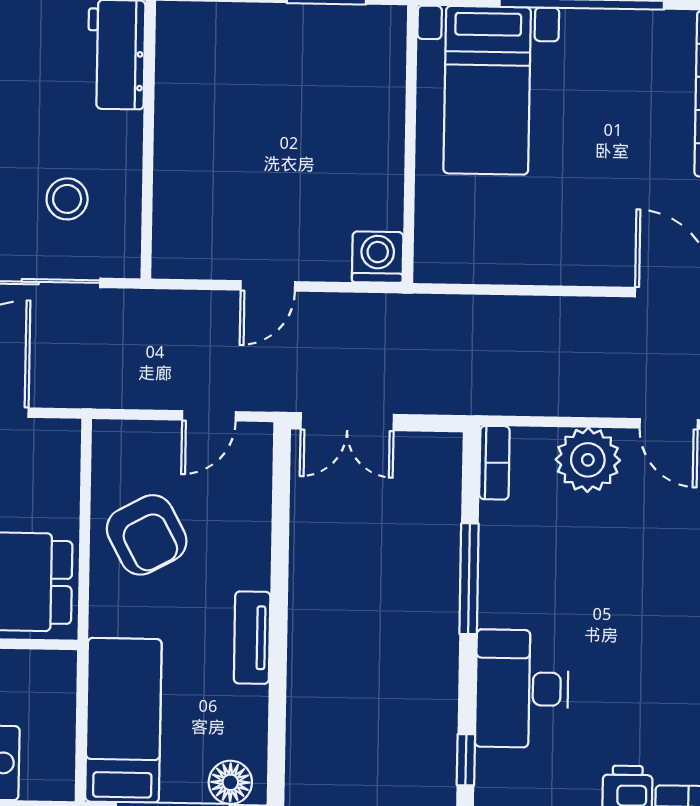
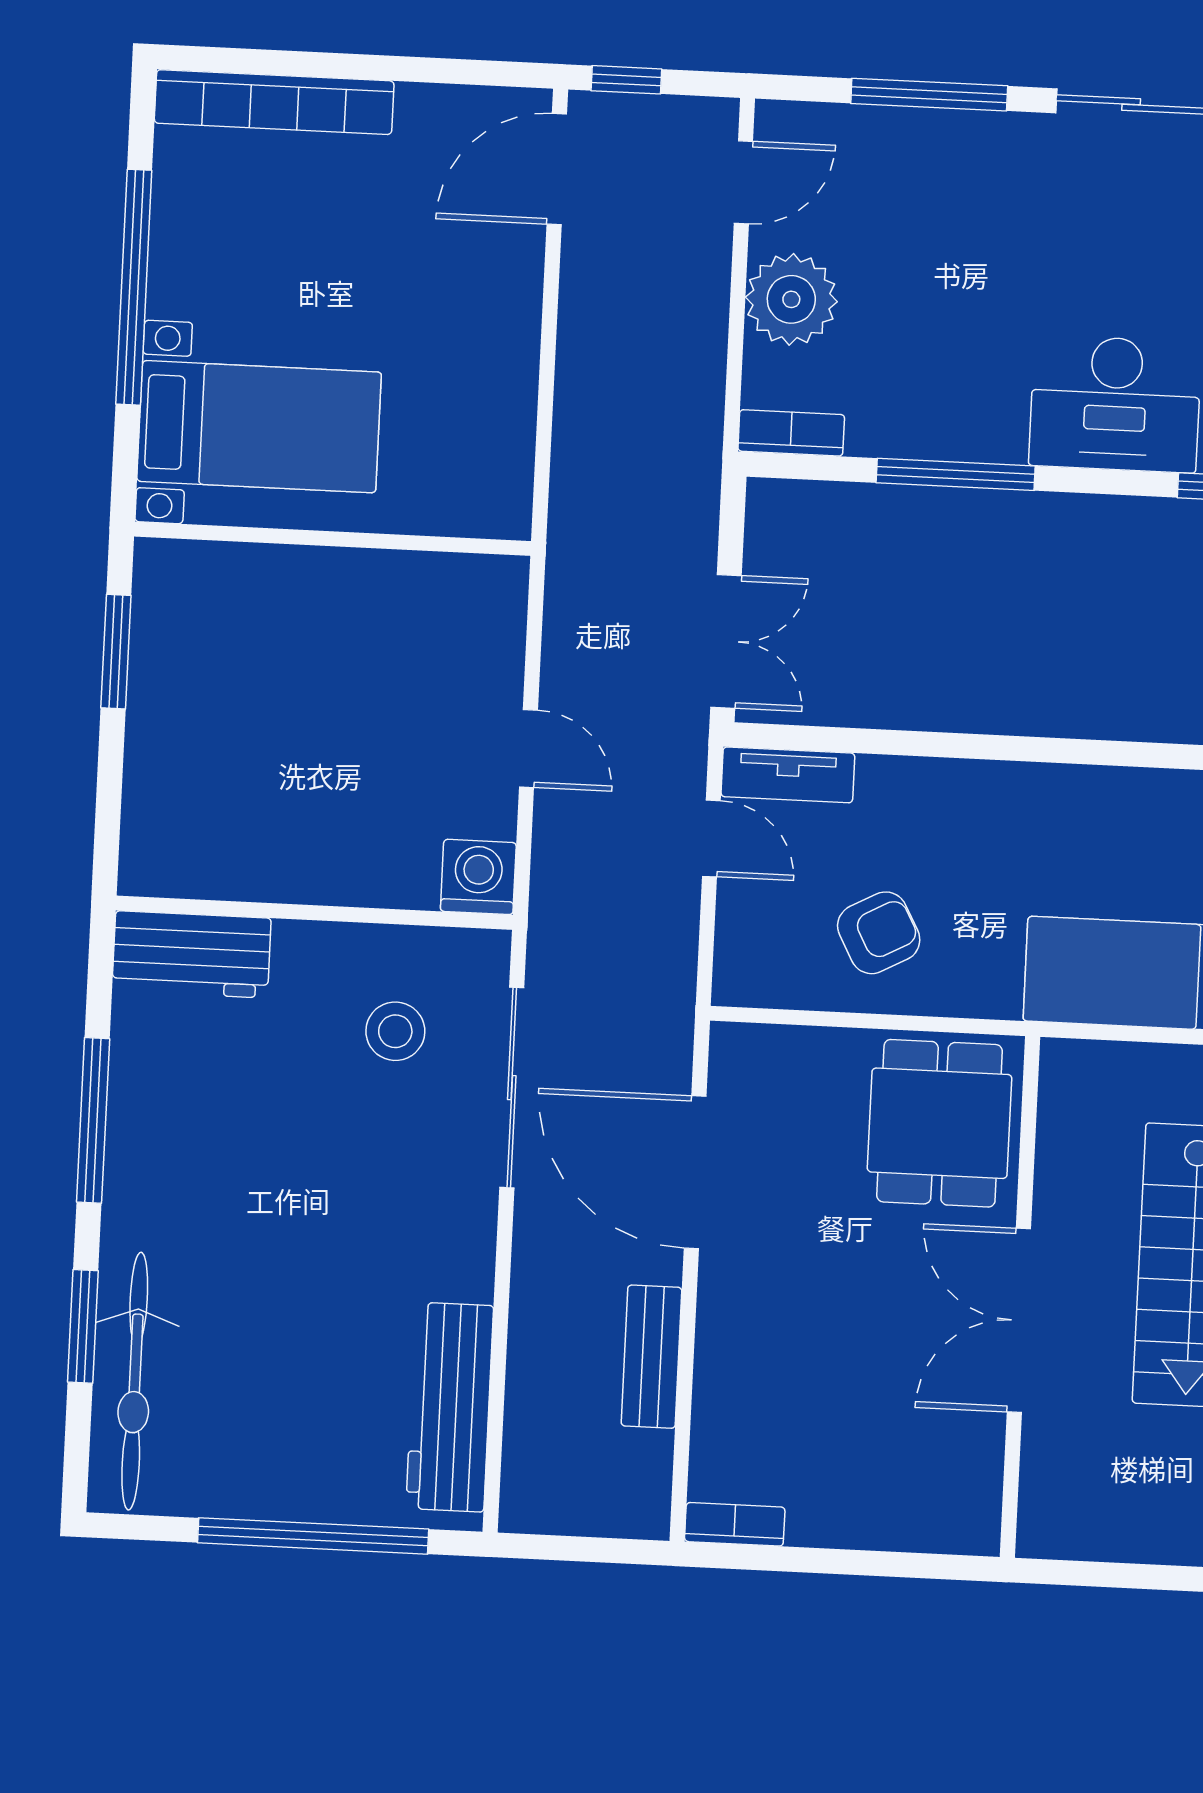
washing machine: (378, 257) -> (478, 877), moved, turned 90
armchair: (147, 535) -> (879, 933), width x0.72, depth x0.72
tv unit: (252, 638) -> (788, 775), moved

